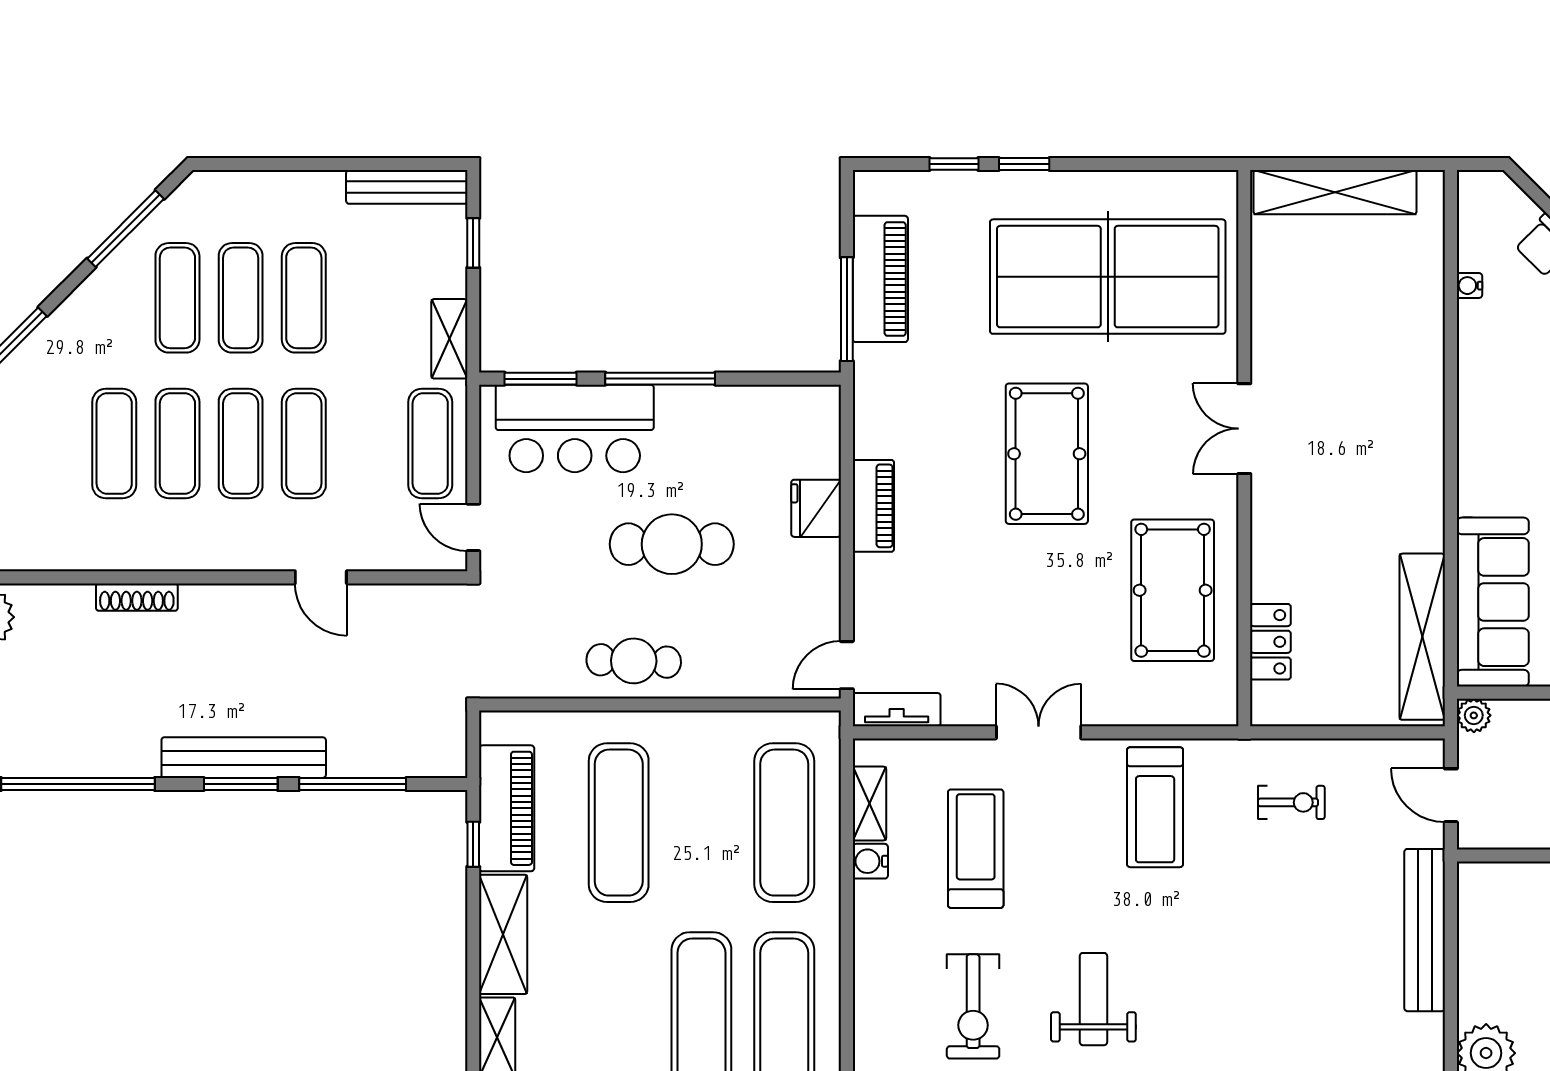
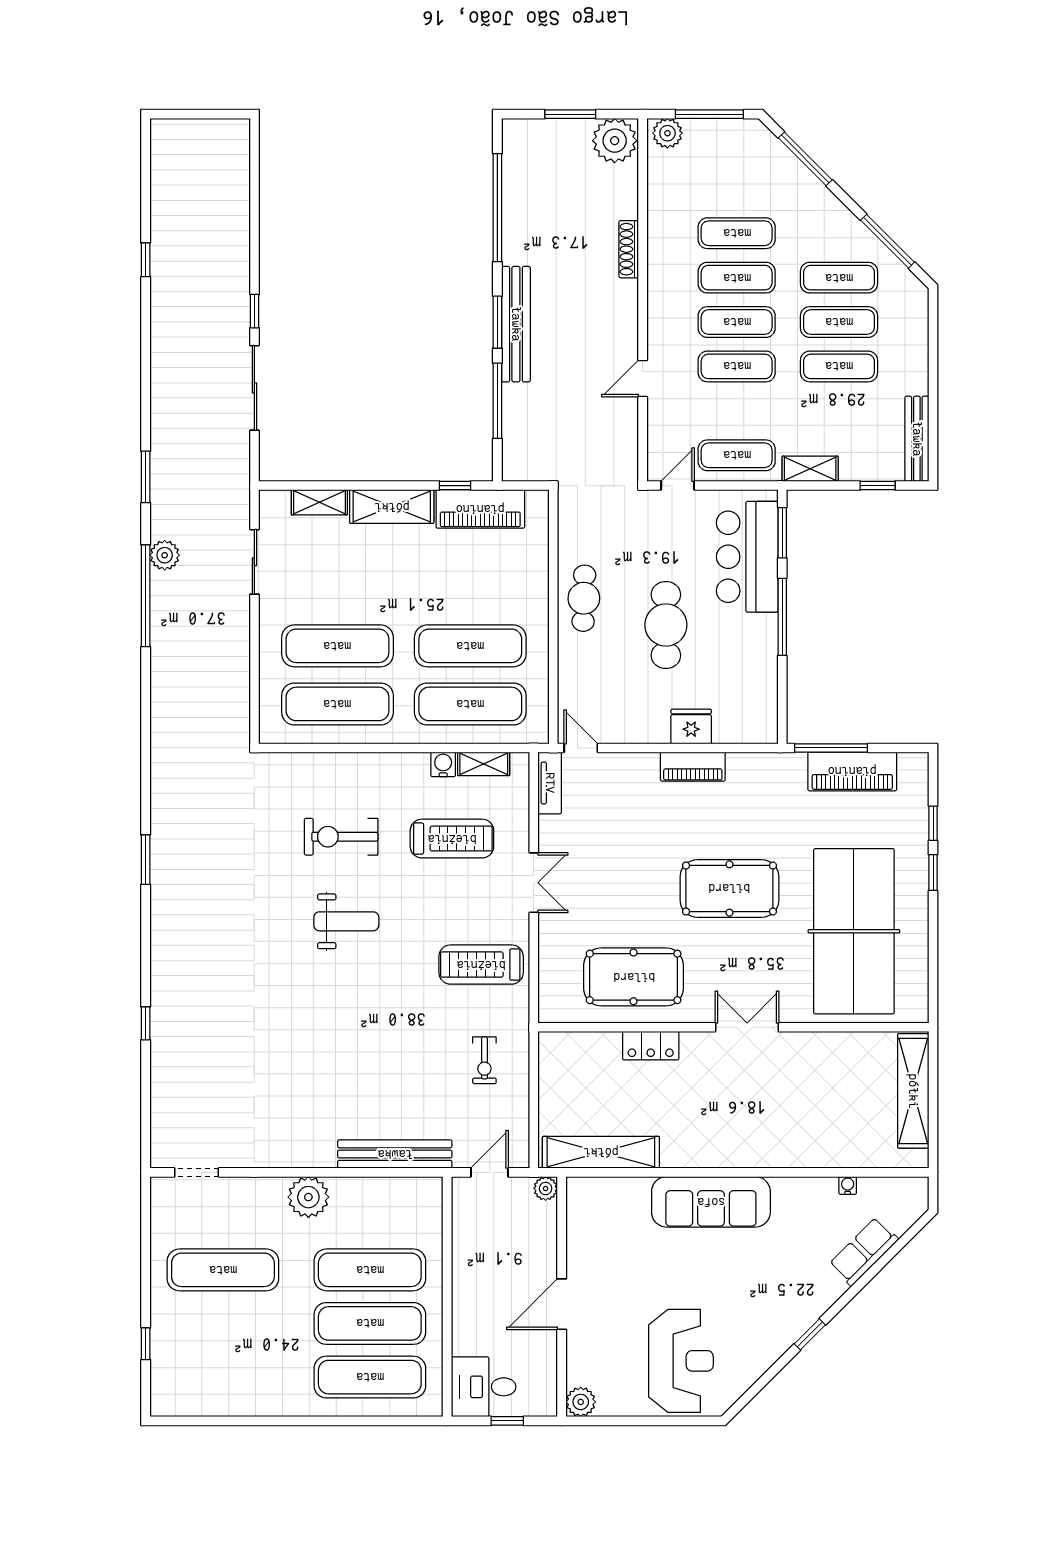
sofa: (1493, 602) -> (711, 1202), moved
locker: (1270, 642) -> (651, 1046), moved
exercise mat: (619, 823) -> (470, 646), moved

